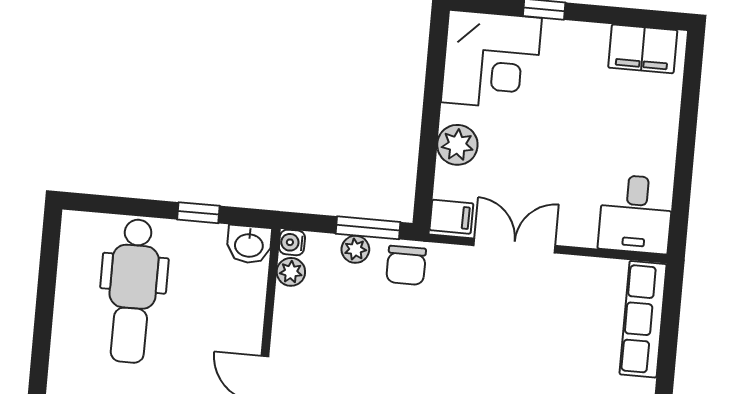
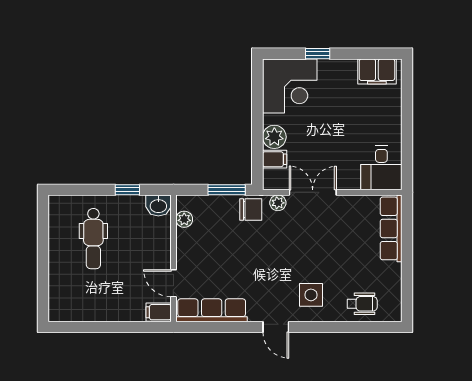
filing cabinet: (451, 217) -> (275, 159), moved
water cooler: (292, 242) -> (183, 202), removed
plant: (355, 249) -> (278, 203), moved
chair: (406, 265) -> (251, 209), turned -90
dental chair: (133, 291) -> (93, 239), width x0.73, depth x0.72

